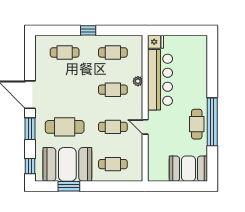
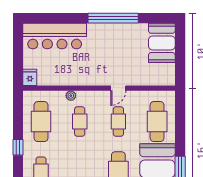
cafe table: (113, 52) -> (41, 122), width x1.37, depth x1.35
bar counter: (160, 80) -> (55, 36), moved, turned 180
cafe table: (197, 124) -> (116, 34), removed
cafe table: (113, 164) -> (157, 122), width x1.37, depth x1.35

